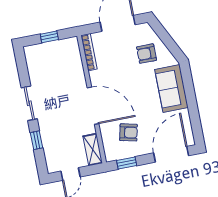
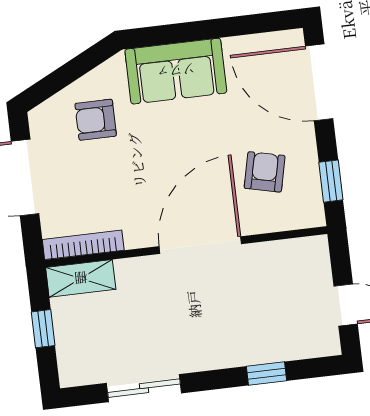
armchair: (147, 54) -> (96, 120), turned 90
sliding door: (29, 103) -> (144, 388), moved
shelving: (93, 150) -> (81, 278), moved

